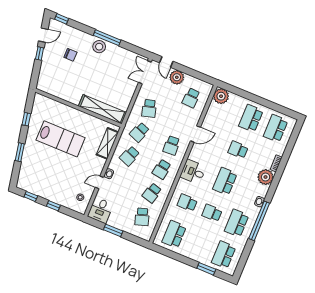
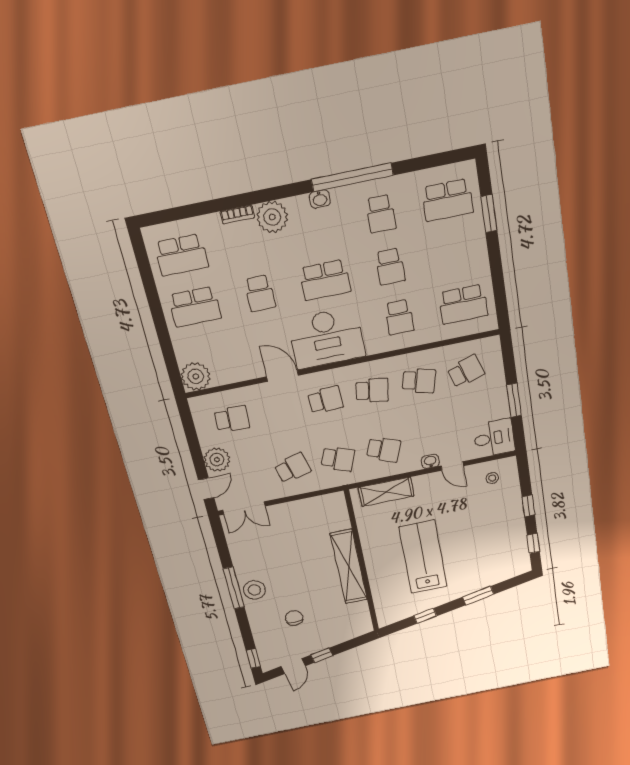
door: (43, 35) -> (293, 666), swing flipped
shelving: (103, 109) -> (349, 567), moved
desk: (193, 172) -> (326, 338), width x1.87, depth x1.30
school desk: (237, 223) -> (381, 214), width x0.54

